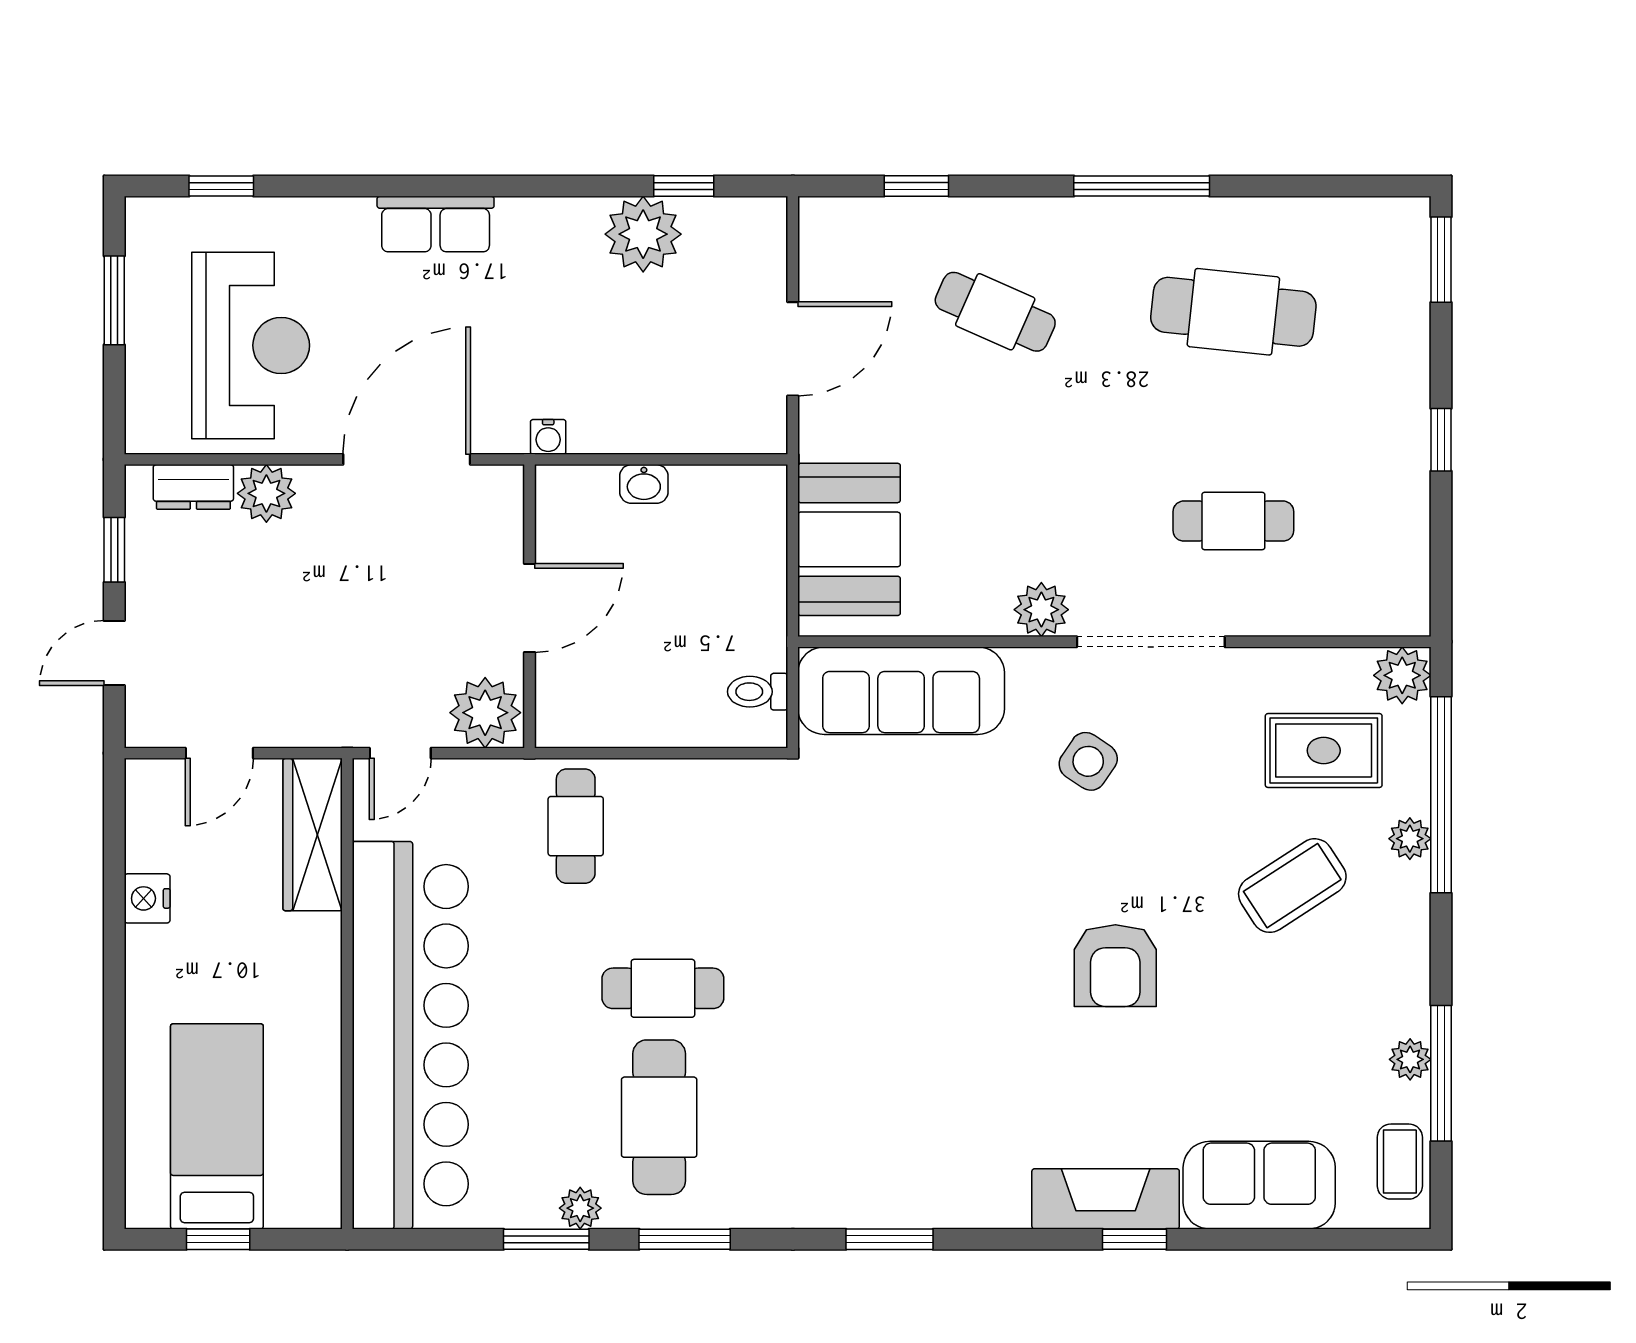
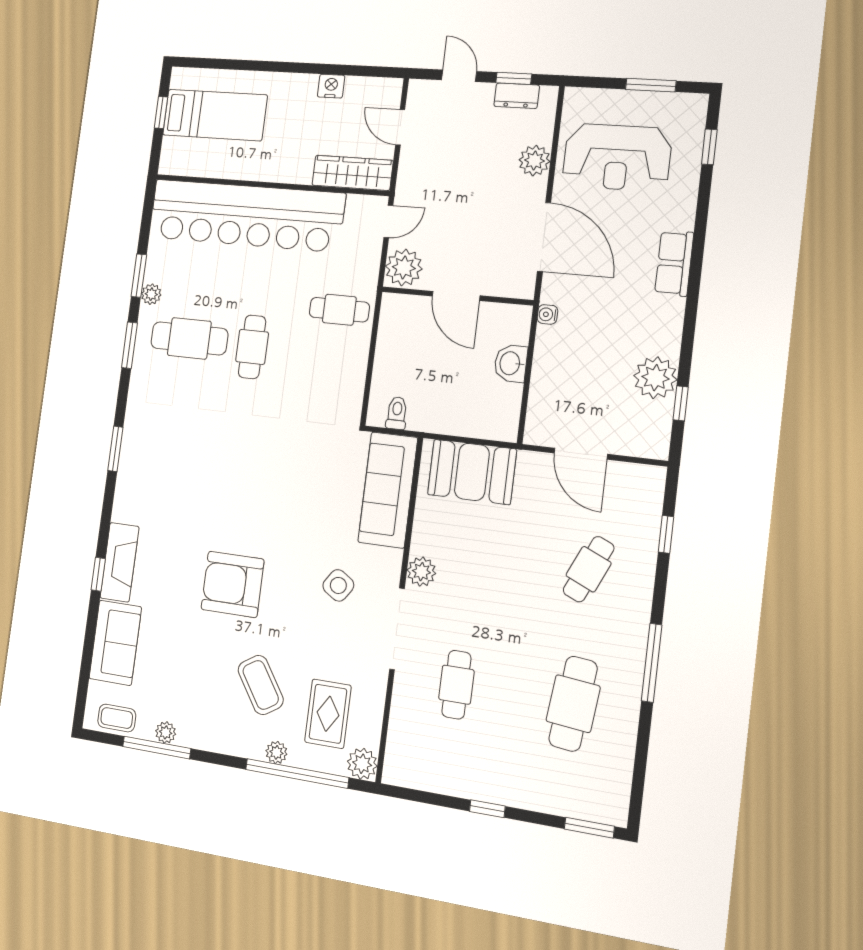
washbasin: (644, 484) -> (511, 363), width x1.38, depth x1.45
dresser: (193, 487) -> (517, 96), moved, turned -90
door: (400, 753) -> (388, 221), swing flipped
armchair: (1115, 966) -> (233, 584), width x1.36, depth x1.36

